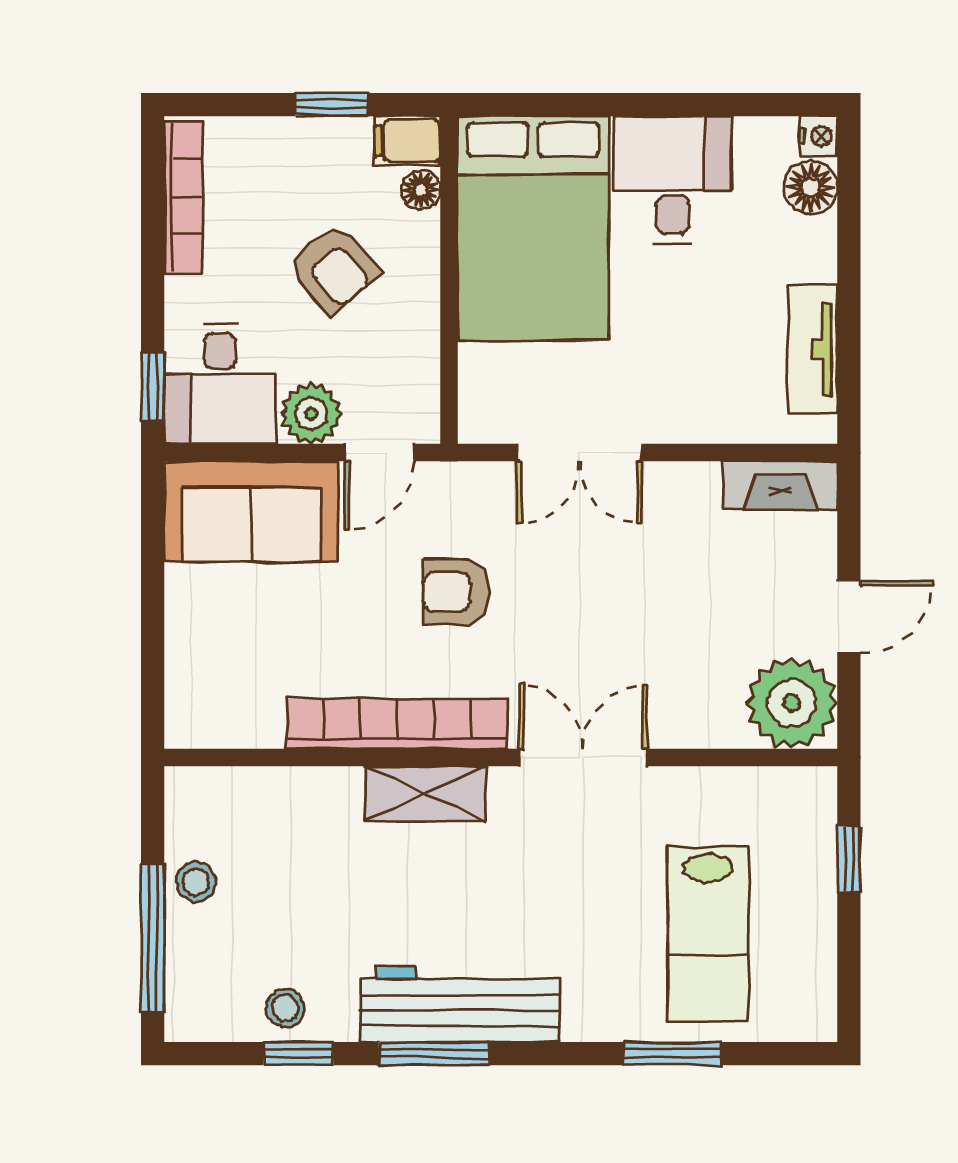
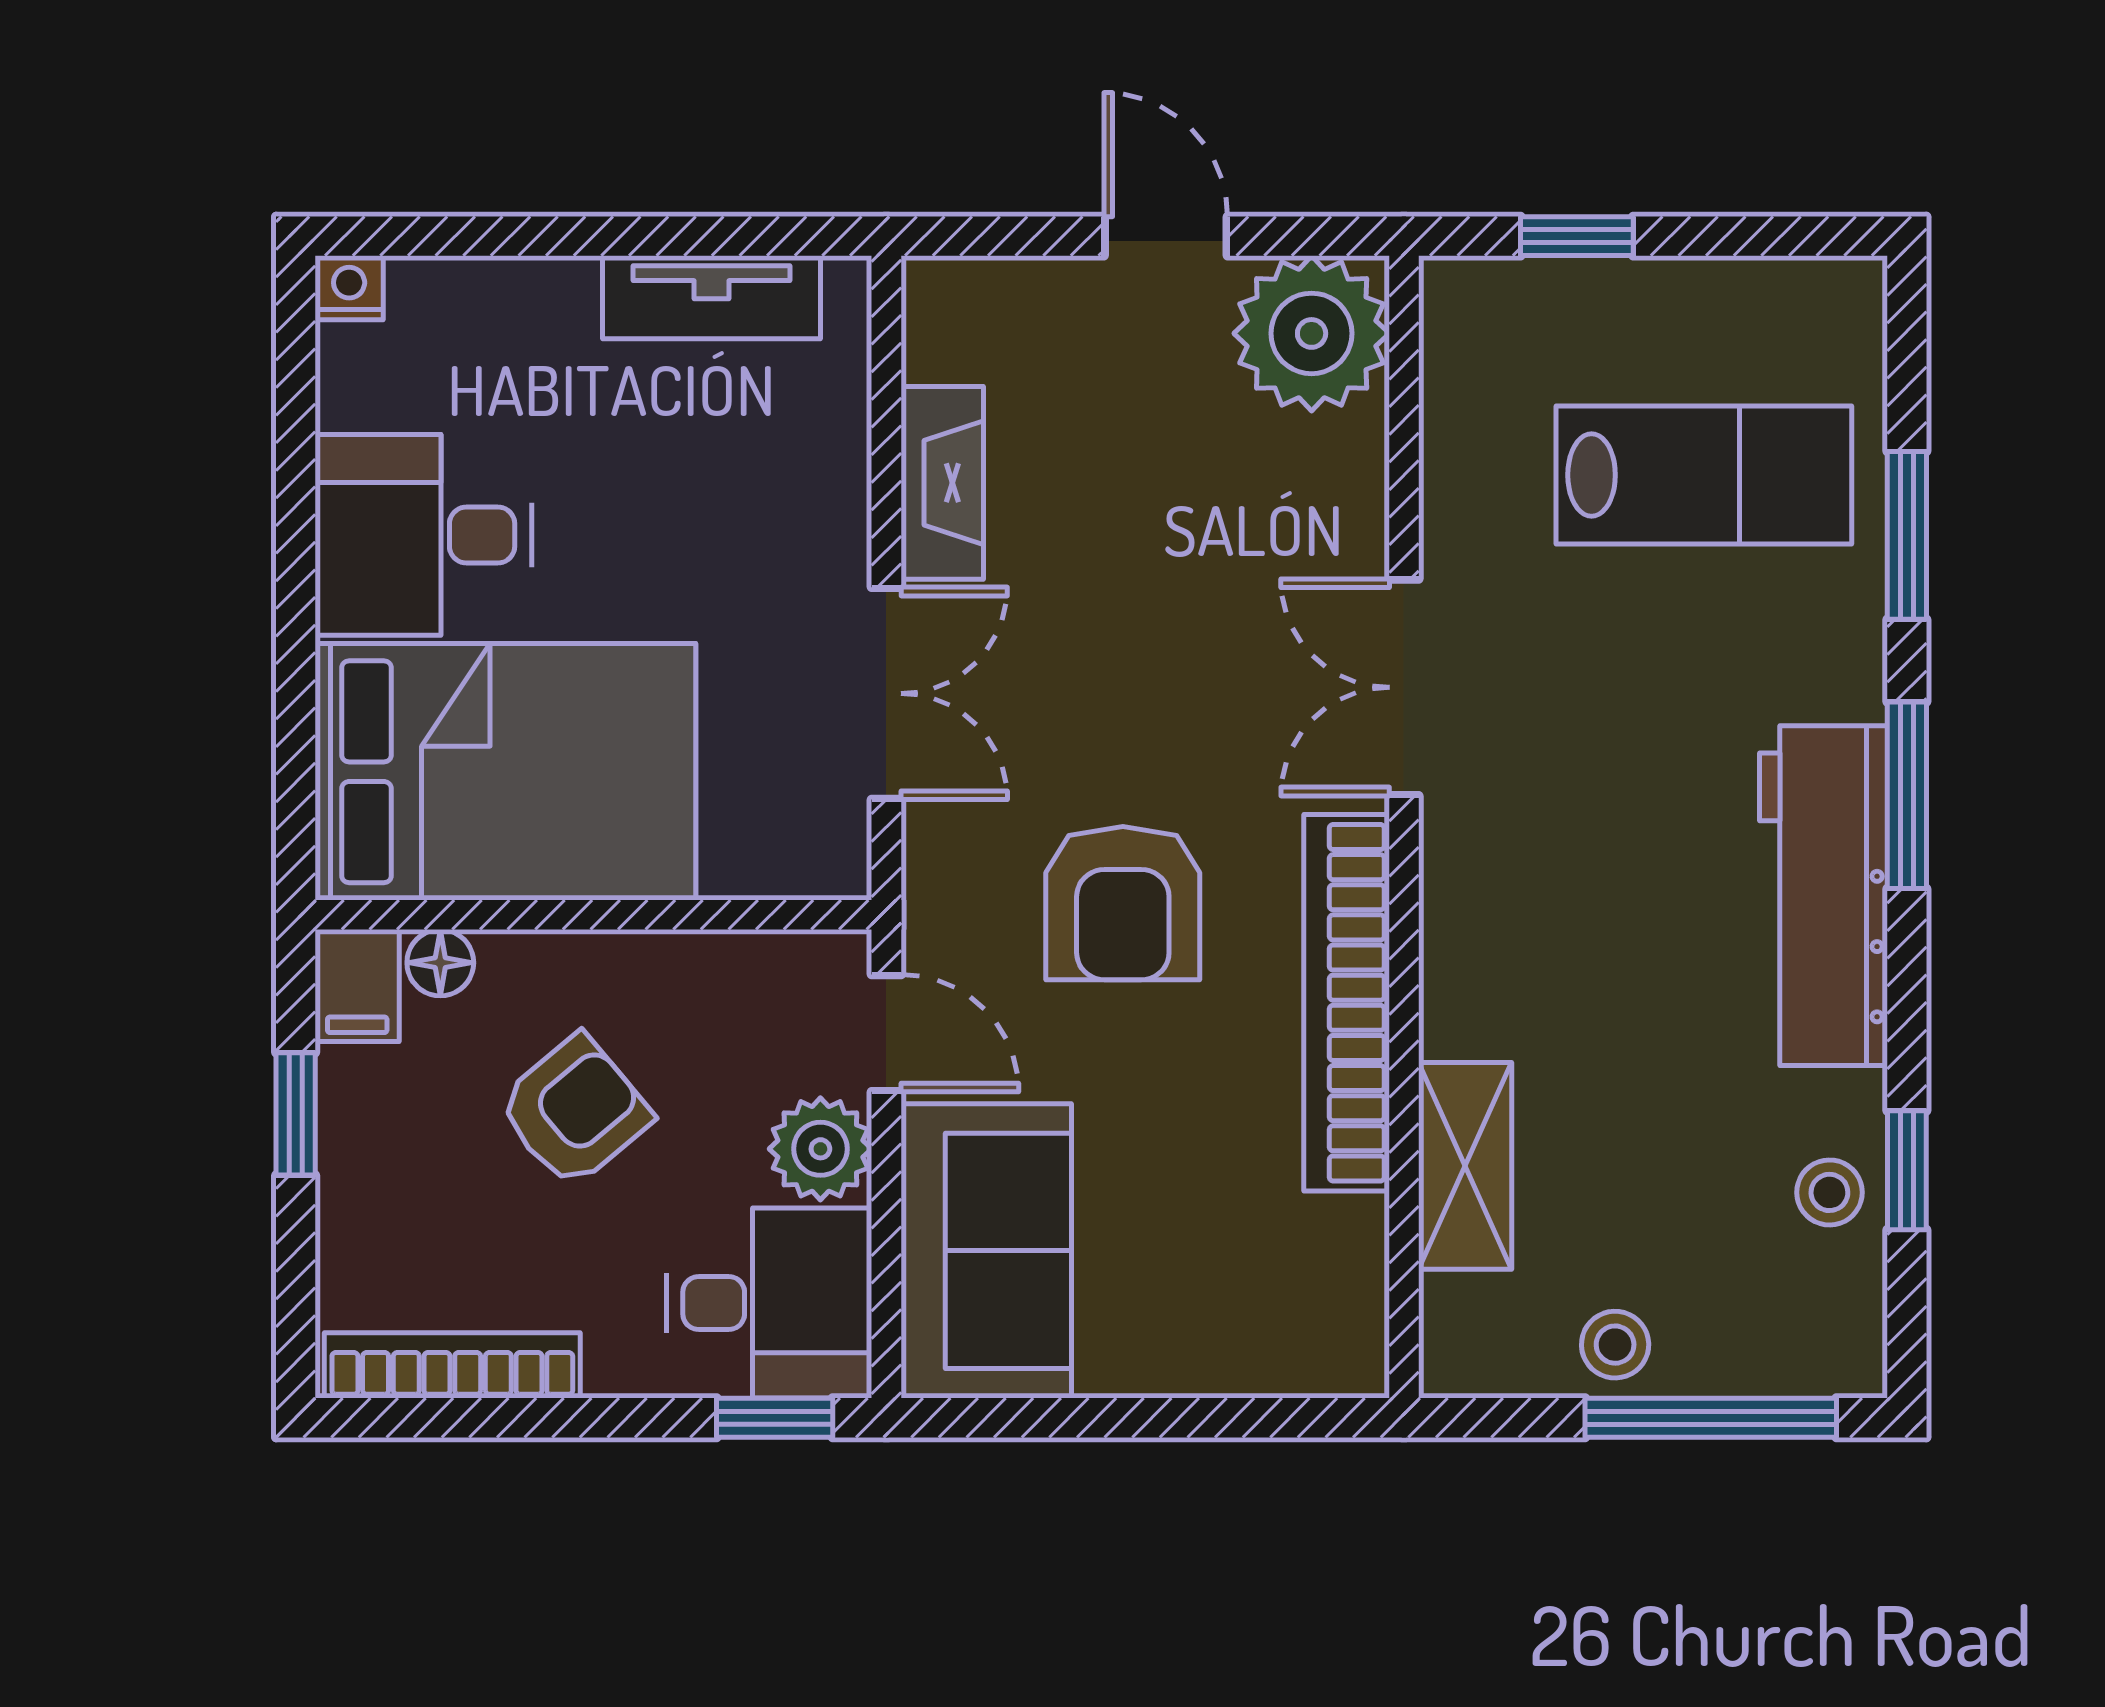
floor lamp: (811, 187) -> (436, 301), removed
fireplace: (780, 485) -> (942, 483), moved
armchair: (456, 592) -> (1123, 903), width x1.38, depth x1.38
shelving: (425, 793) -> (1465, 1166), moved
window: (434, 1054) -> (1907, 795), moved

